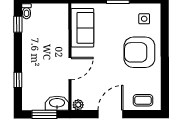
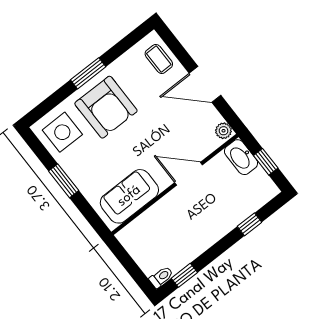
side table: (144, 19) -> (62, 132), width x1.87, depth x1.87
window: (165, 57) -> (88, 73), added
window: (44, 114) -> (266, 162), width x0.67

